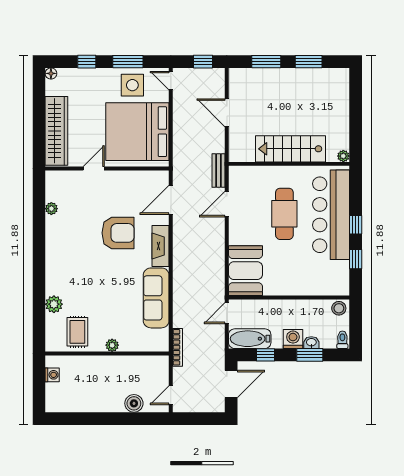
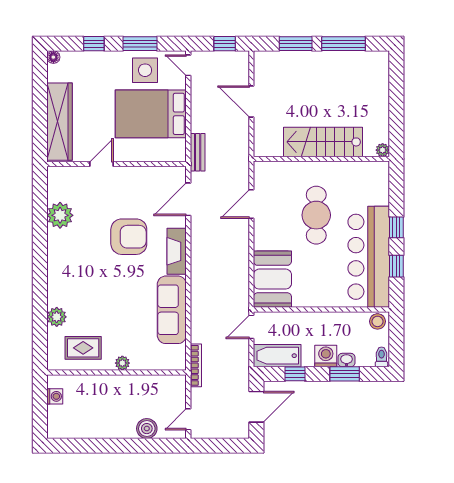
window: (309, 62) -> (344, 44), width x1.44
bed: (137, 132) -> (151, 114), width x0.73
bench: (219, 170) -> (198, 152), moved
plant: (51, 209) -> (60, 215), width x1.88, depth x1.88
bar counter: (331, 215) -> (369, 257), moved
rug: (77, 332) -> (83, 348), turned 90

